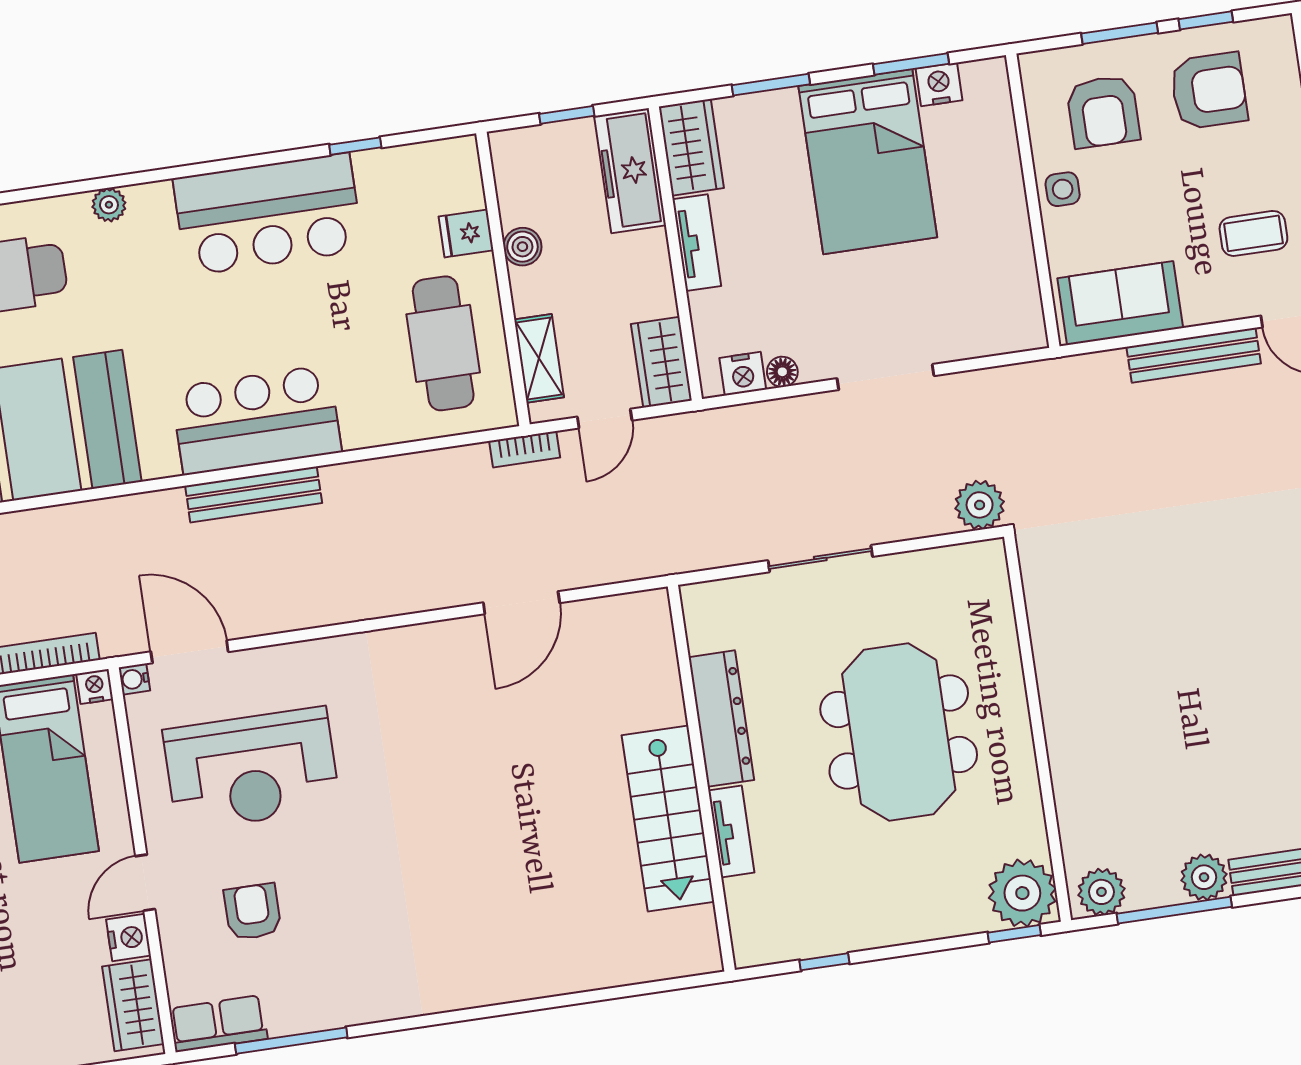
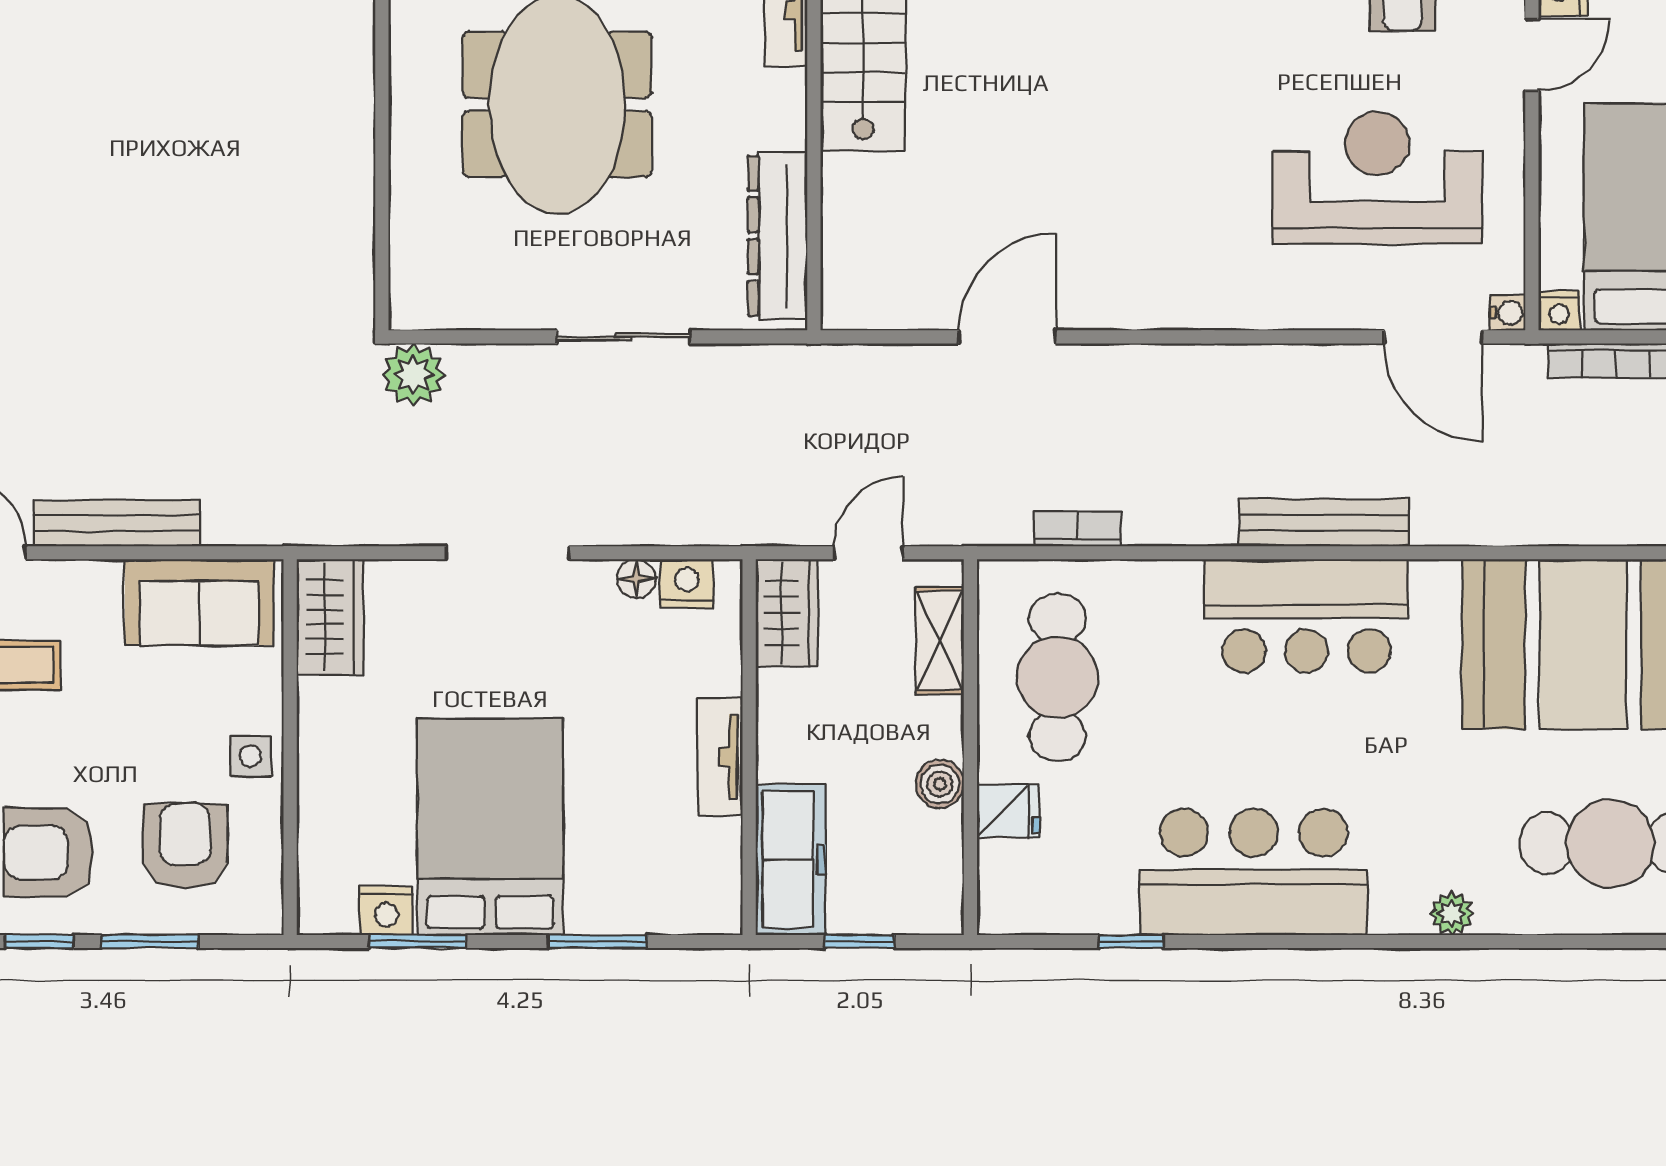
wardrobe: (691, 147) -> (330, 617), moved, turned 180
bookcase: (525, 449) -> (1077, 529), moved
dresser: (721, 719) -> (778, 236), moved

